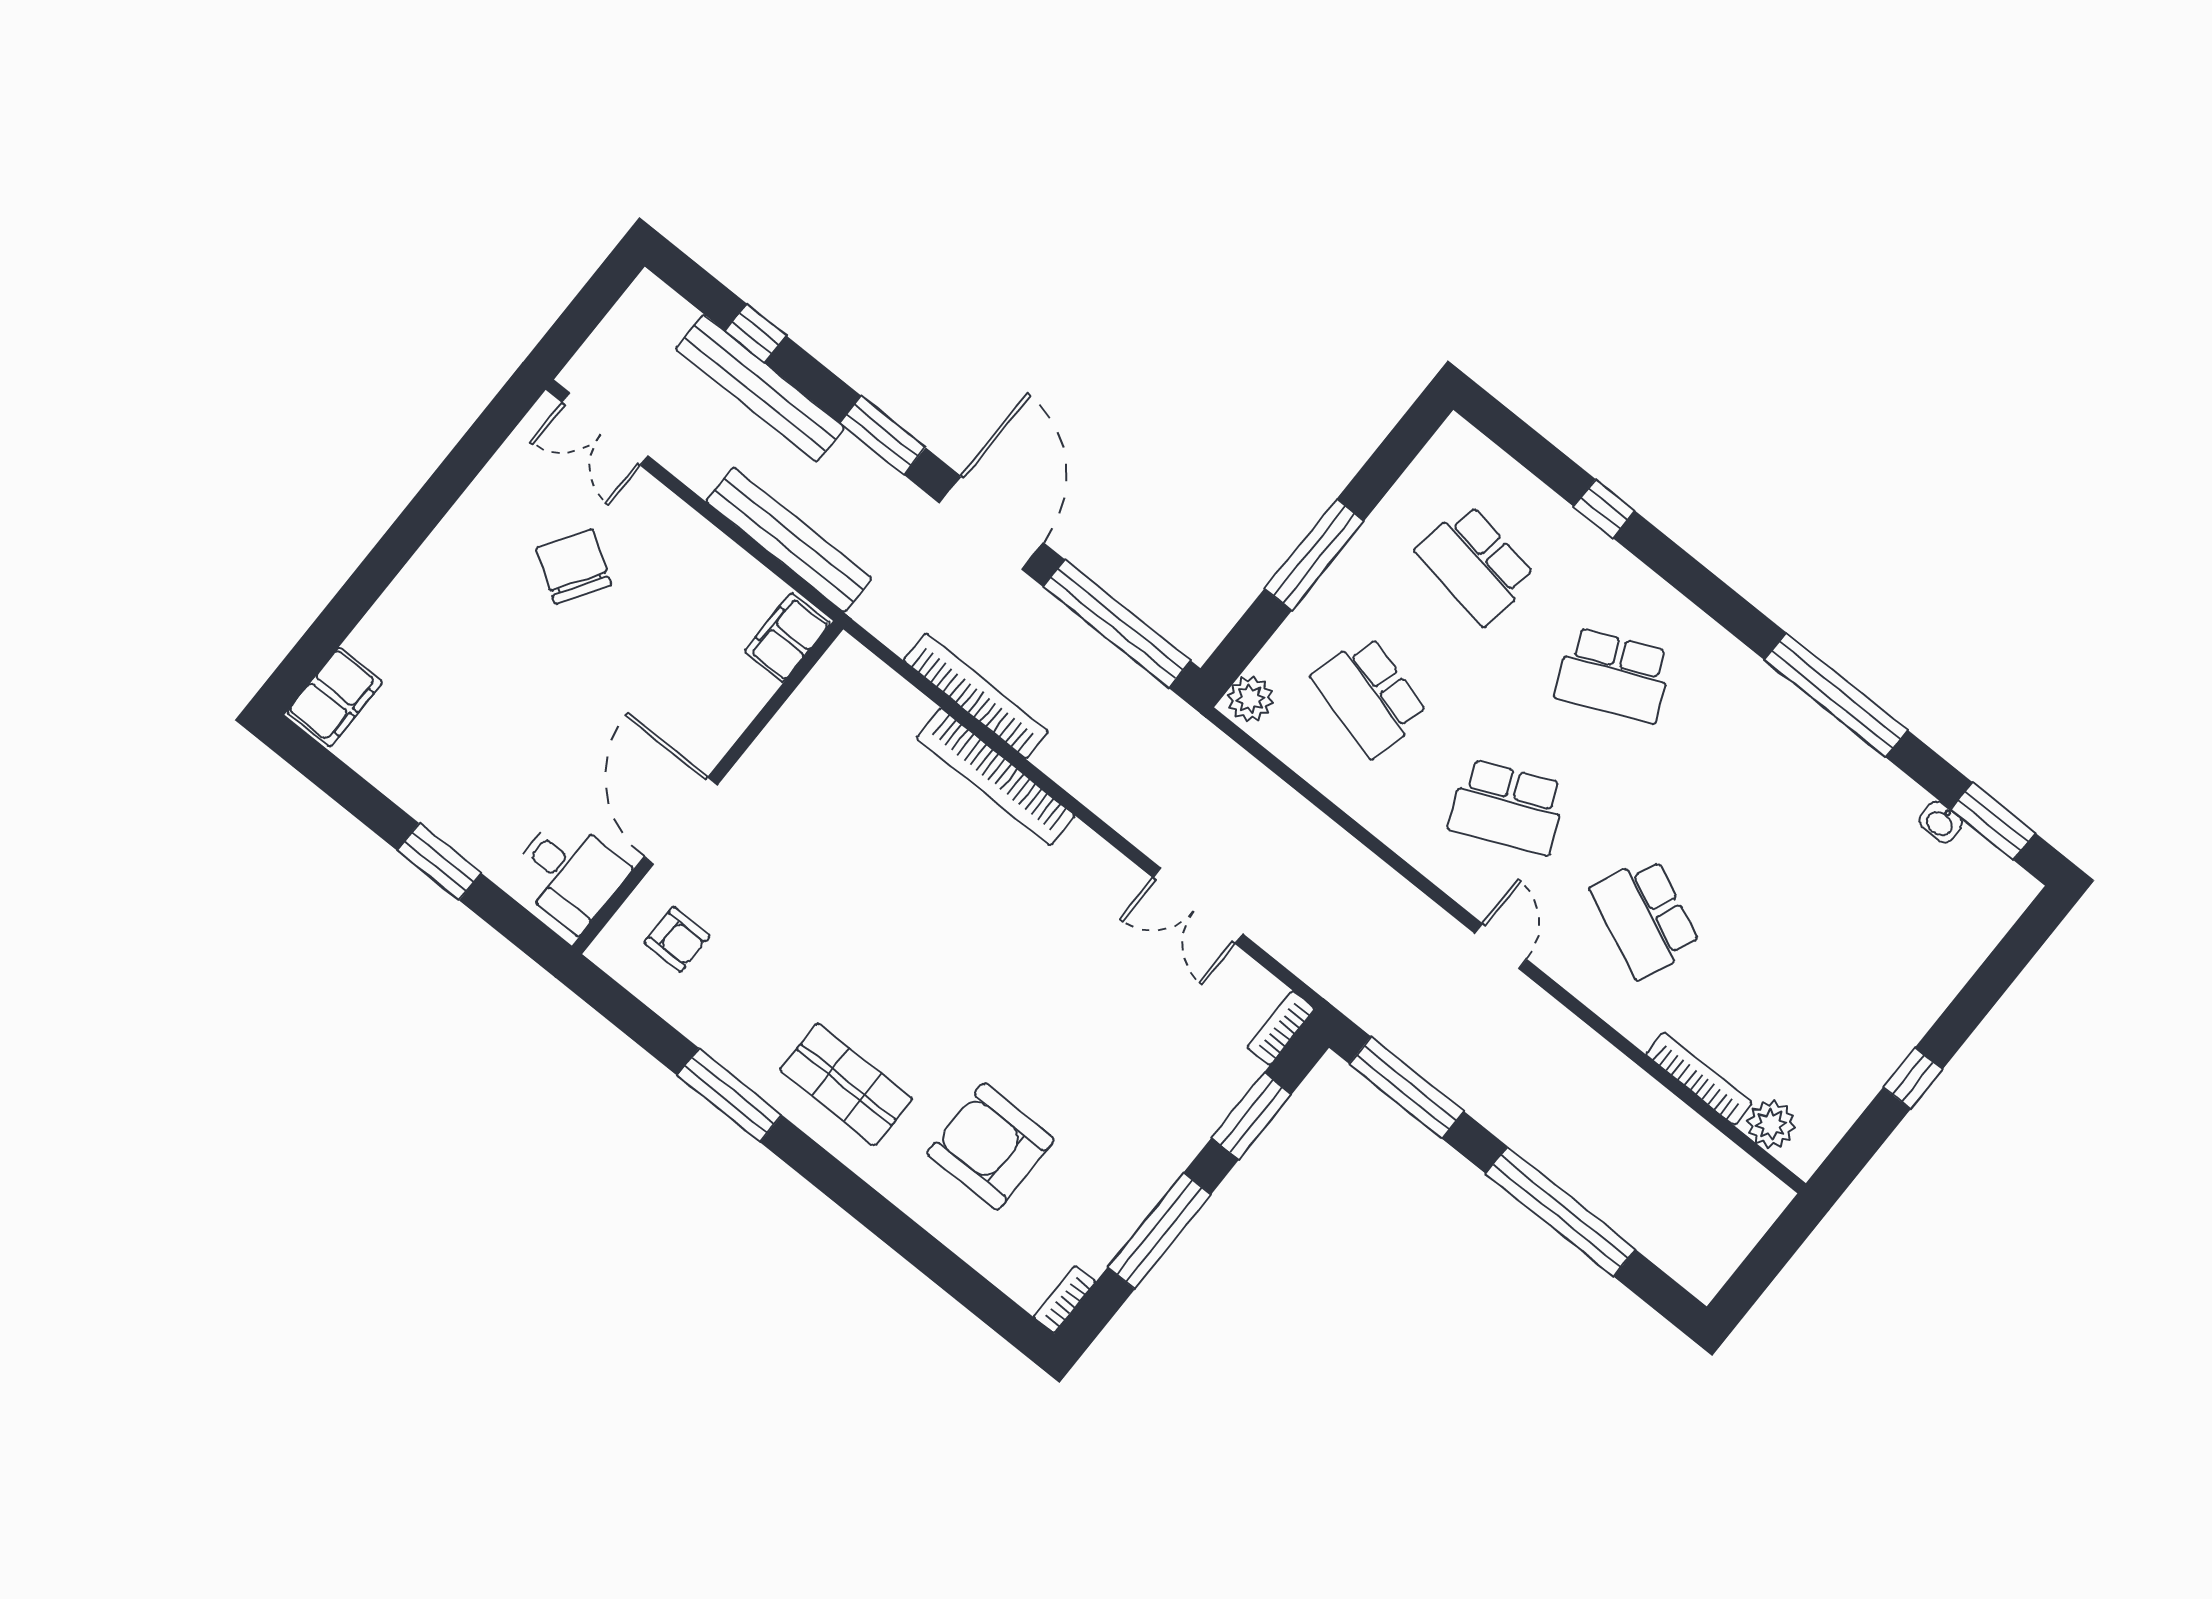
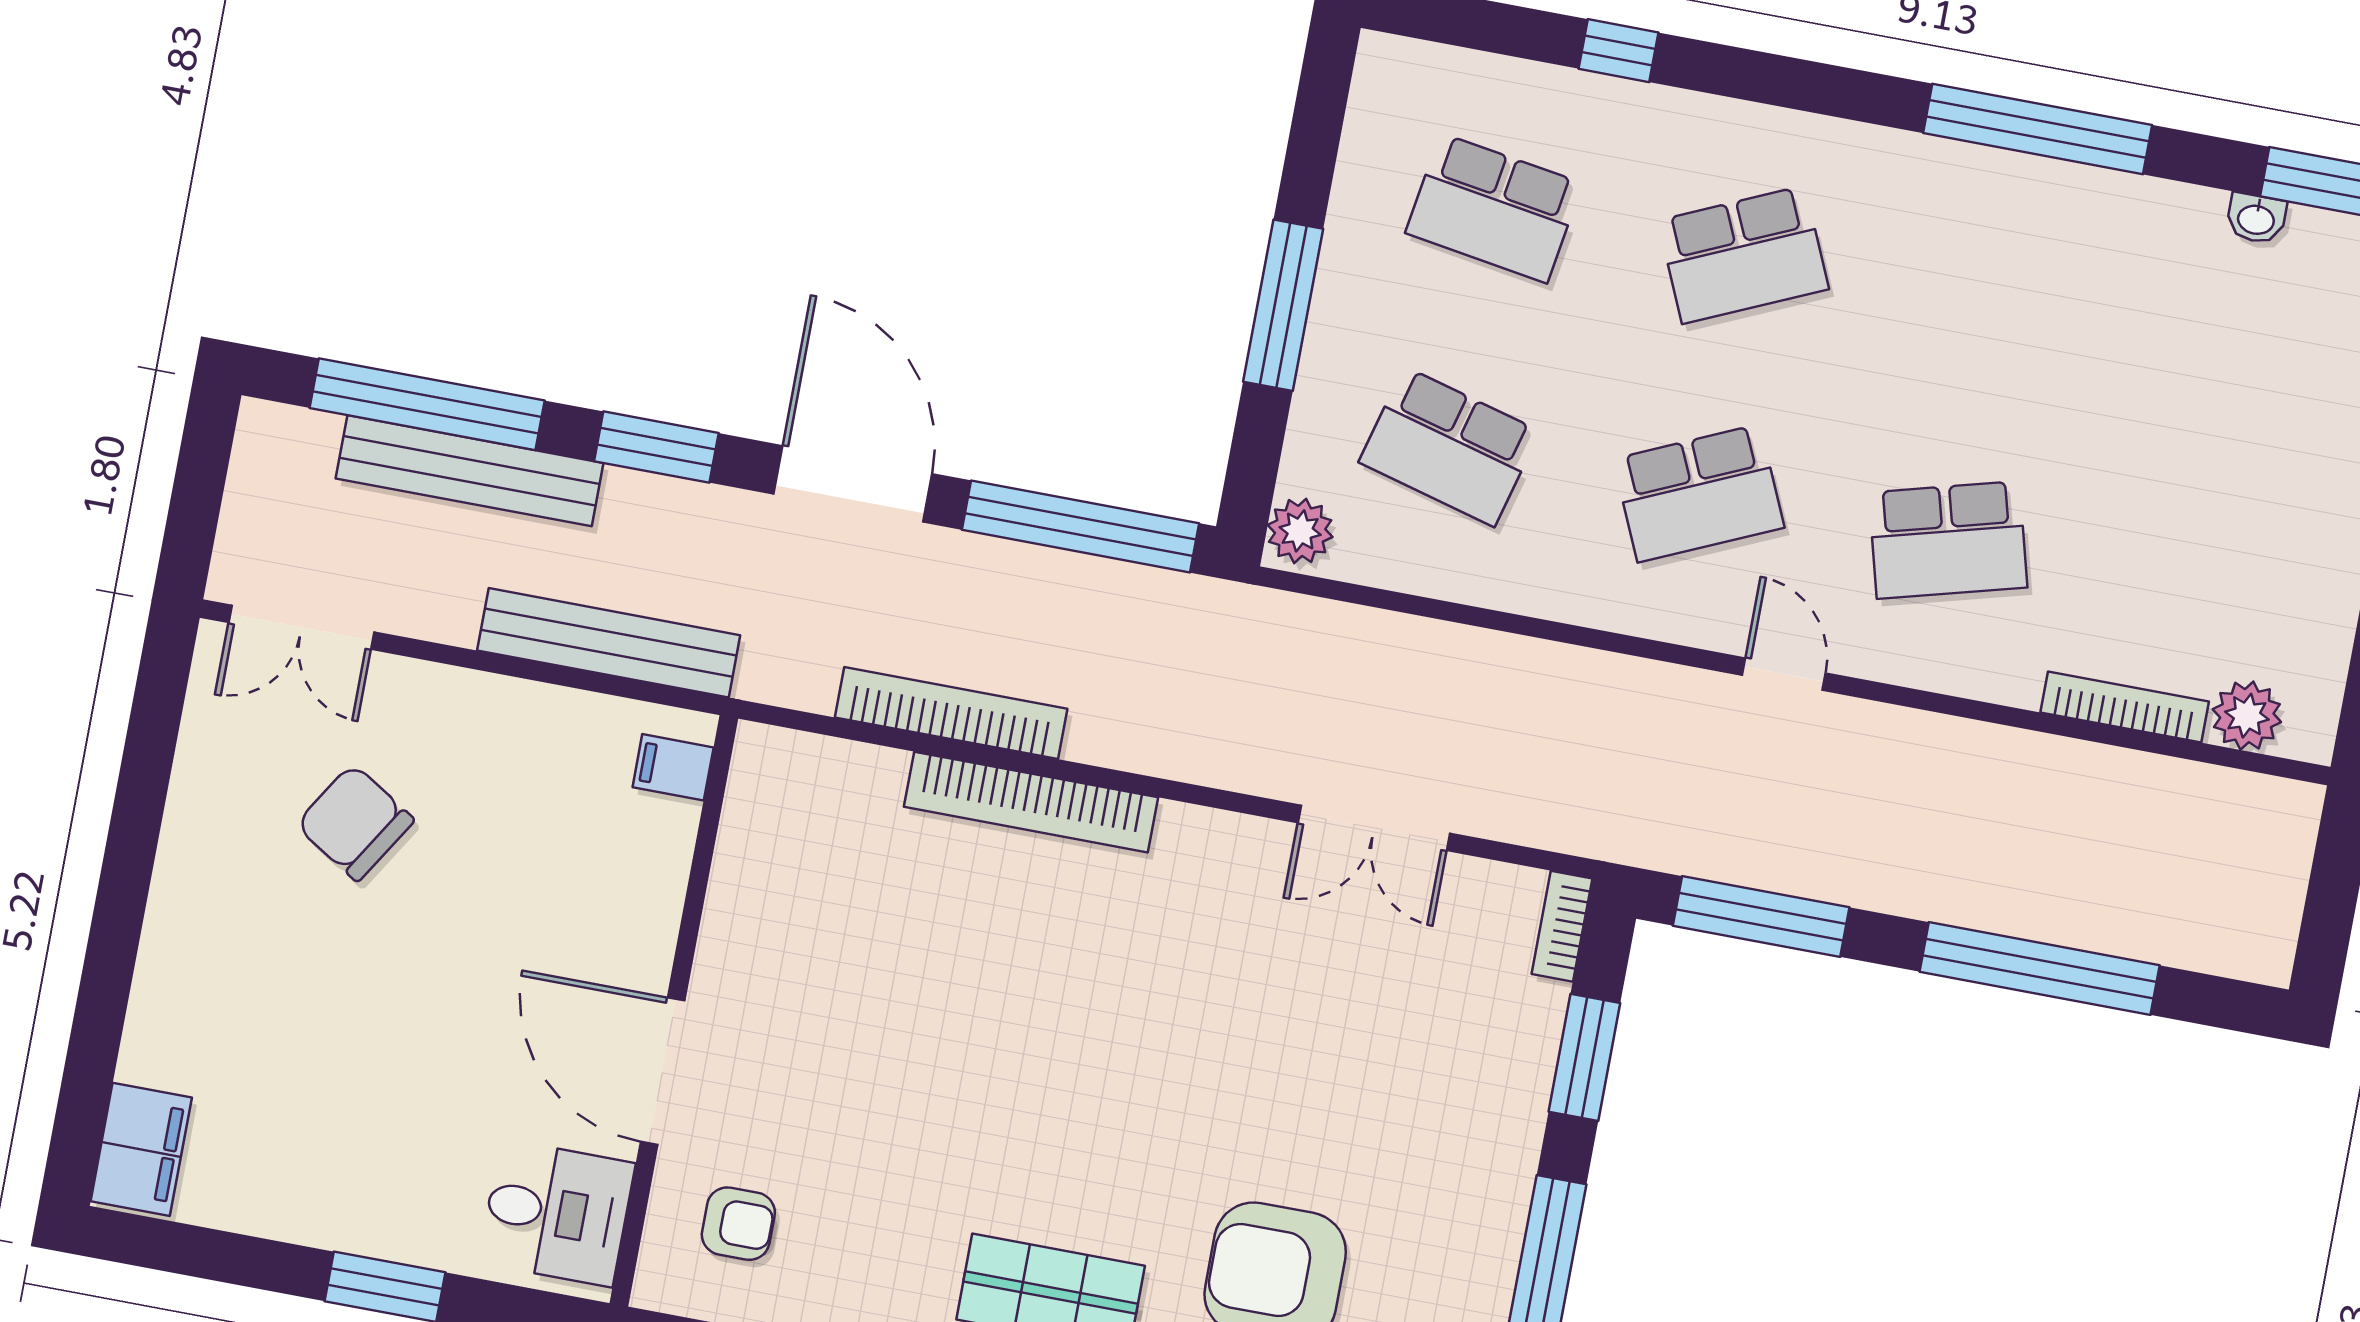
window: (756, 333) -> (427, 404), width x3.17
filing cabinet: (787, 637) -> (673, 767), width x0.50
school desk: (1645, 918) -> (1948, 540), turned -39

